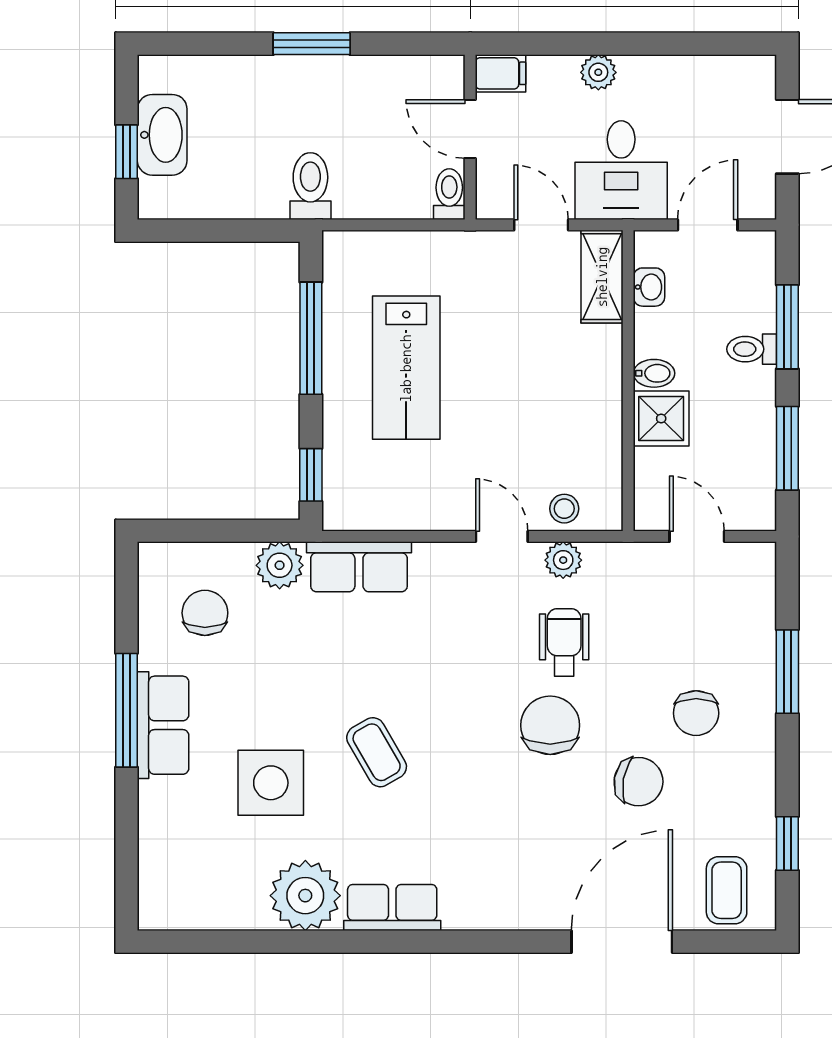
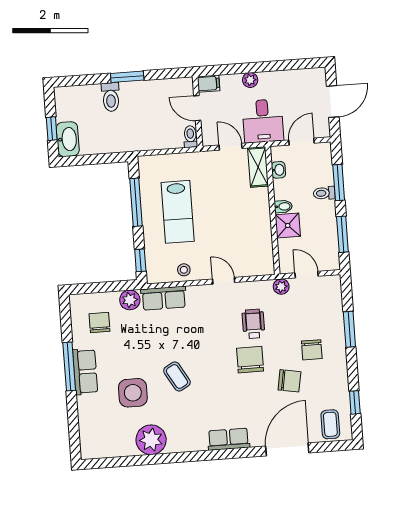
washbasin: (162, 135) -> (68, 139), moved
toilet: (310, 186) -> (111, 97), moved, turned 180
stool: (564, 509) -> (184, 270), moved
plant: (563, 560) -> (281, 287), moved
row of seats: (392, 907) -> (229, 439), moved

